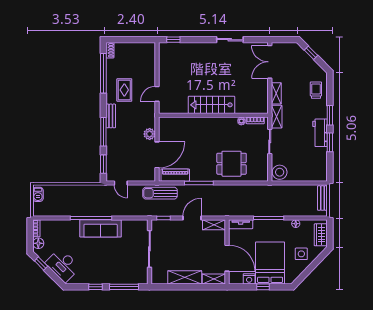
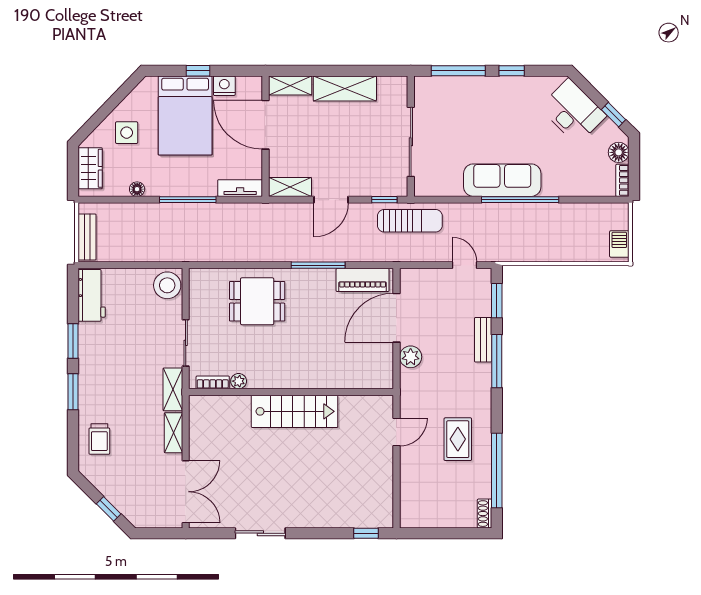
bench: (111, 116) -> (483, 340), moved
workbench: (320, 133) -> (92, 295), moved
sun lounger: (160, 193) -> (410, 221), moved

